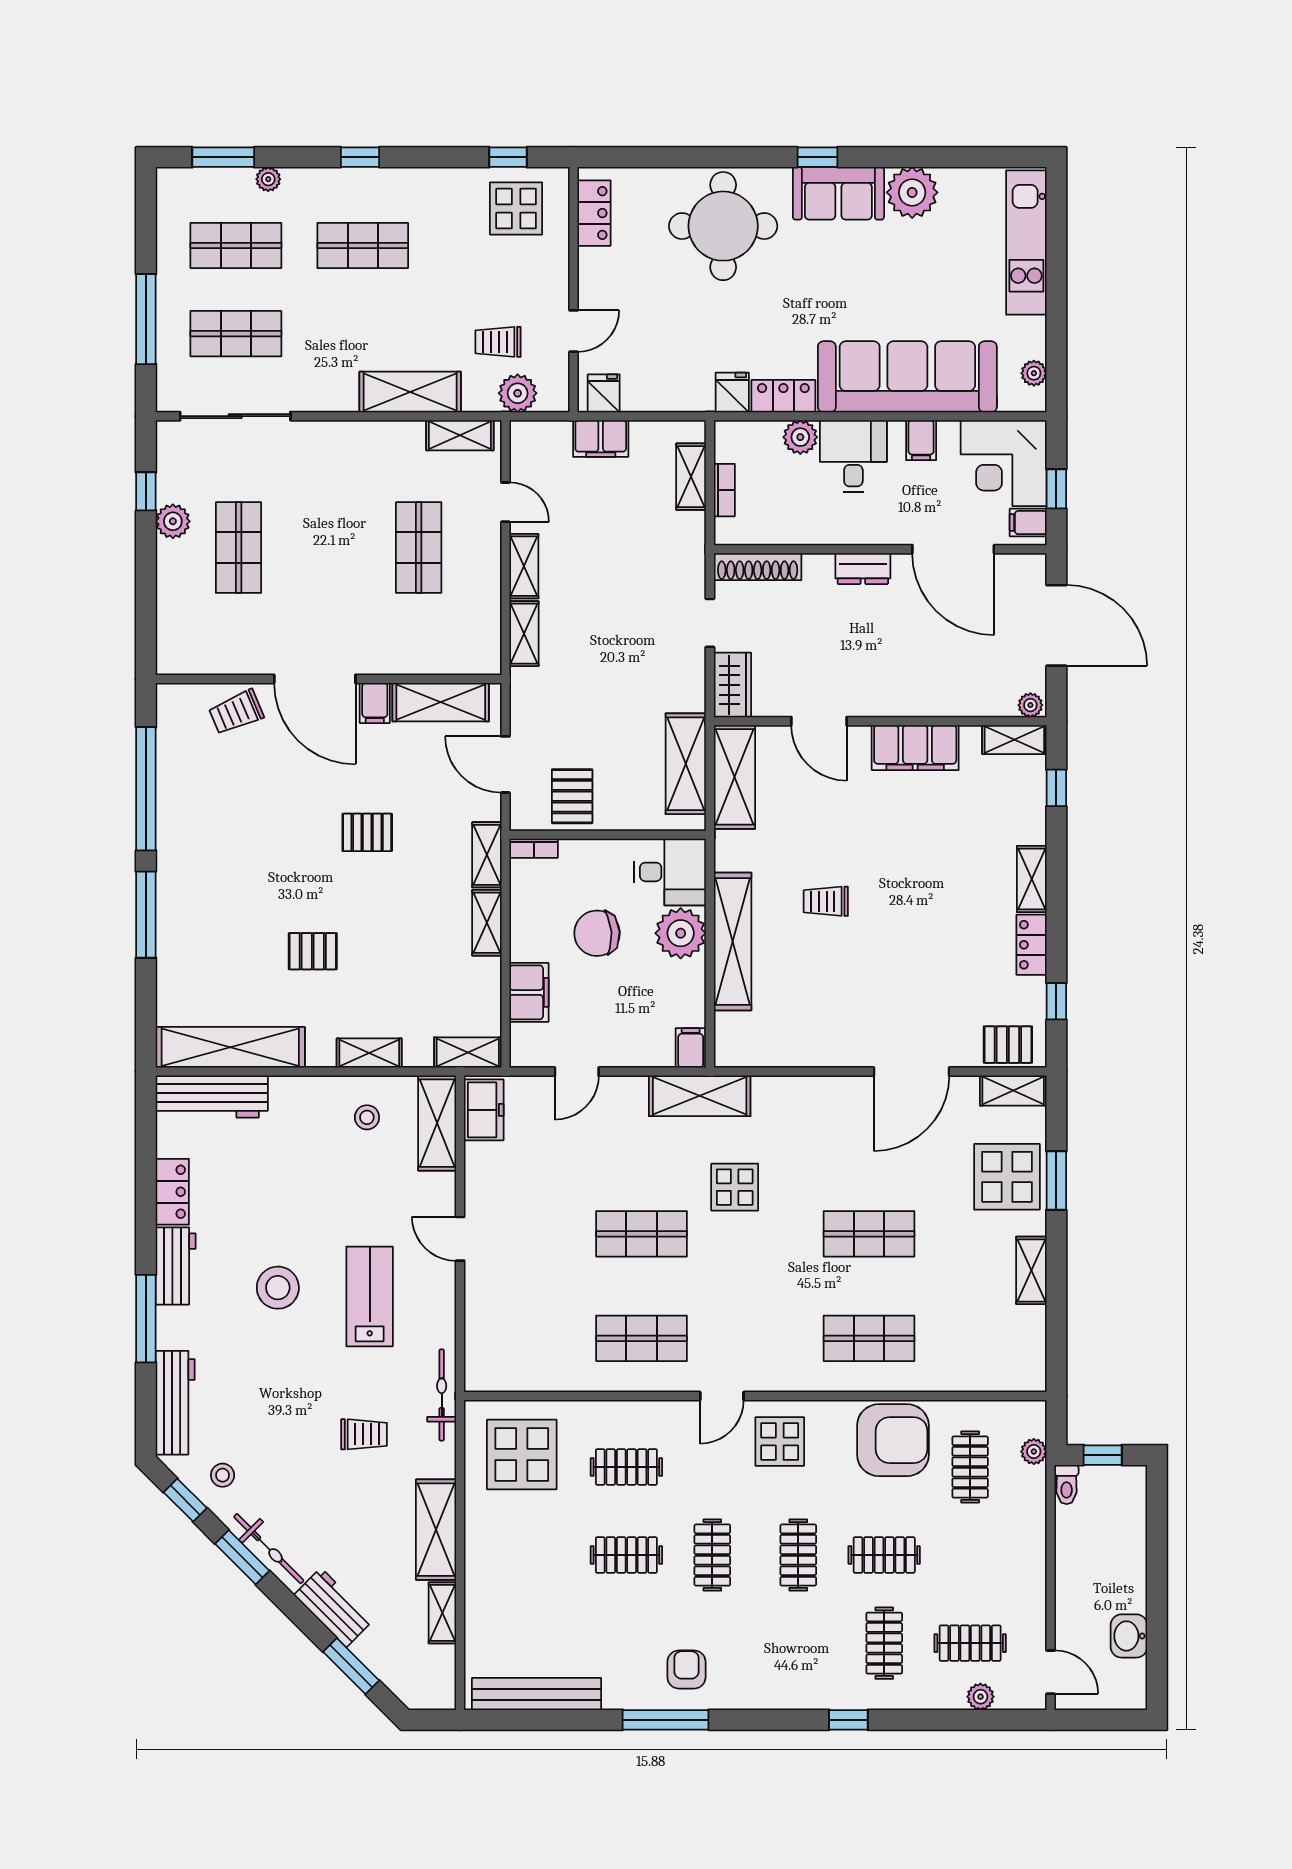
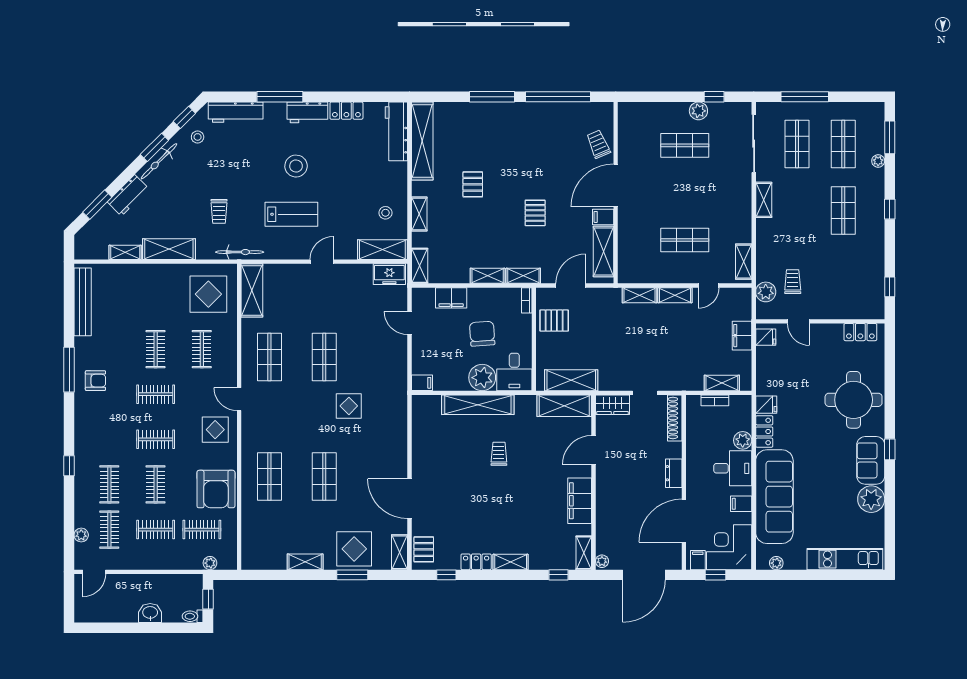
display table: (516, 208) -> (863, 291), removed
shelving: (410, 392) -> (764, 200), moved, width x0.67, depth x0.75
shelving: (700, 1096) -> (252, 290), moved
toilet: (1067, 1484) -> (193, 616), moved
clothes rail: (970, 1555) -> (156, 530), added
washbasin: (1129, 1636) -> (150, 613), moved
clothes rail: (884, 1643) -> (109, 484), turned 90

